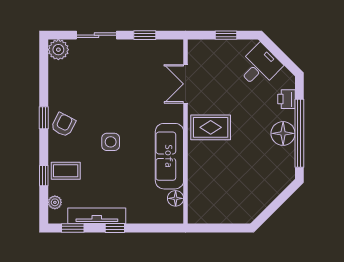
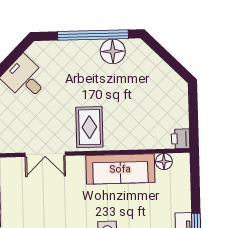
printer: (286, 99) -> (181, 139), moved, turned 90
floor lamp: (283, 133) -> (113, 51), moved

